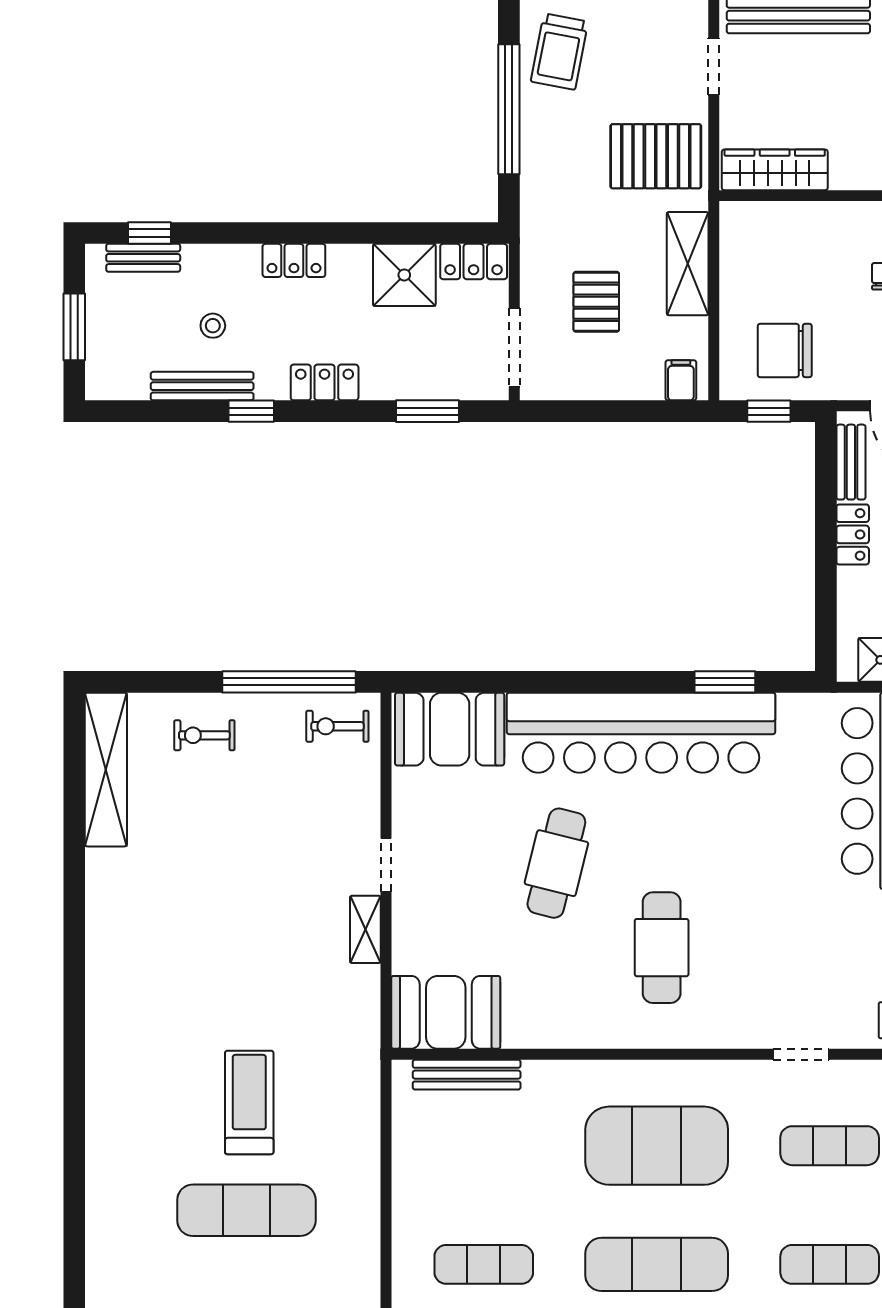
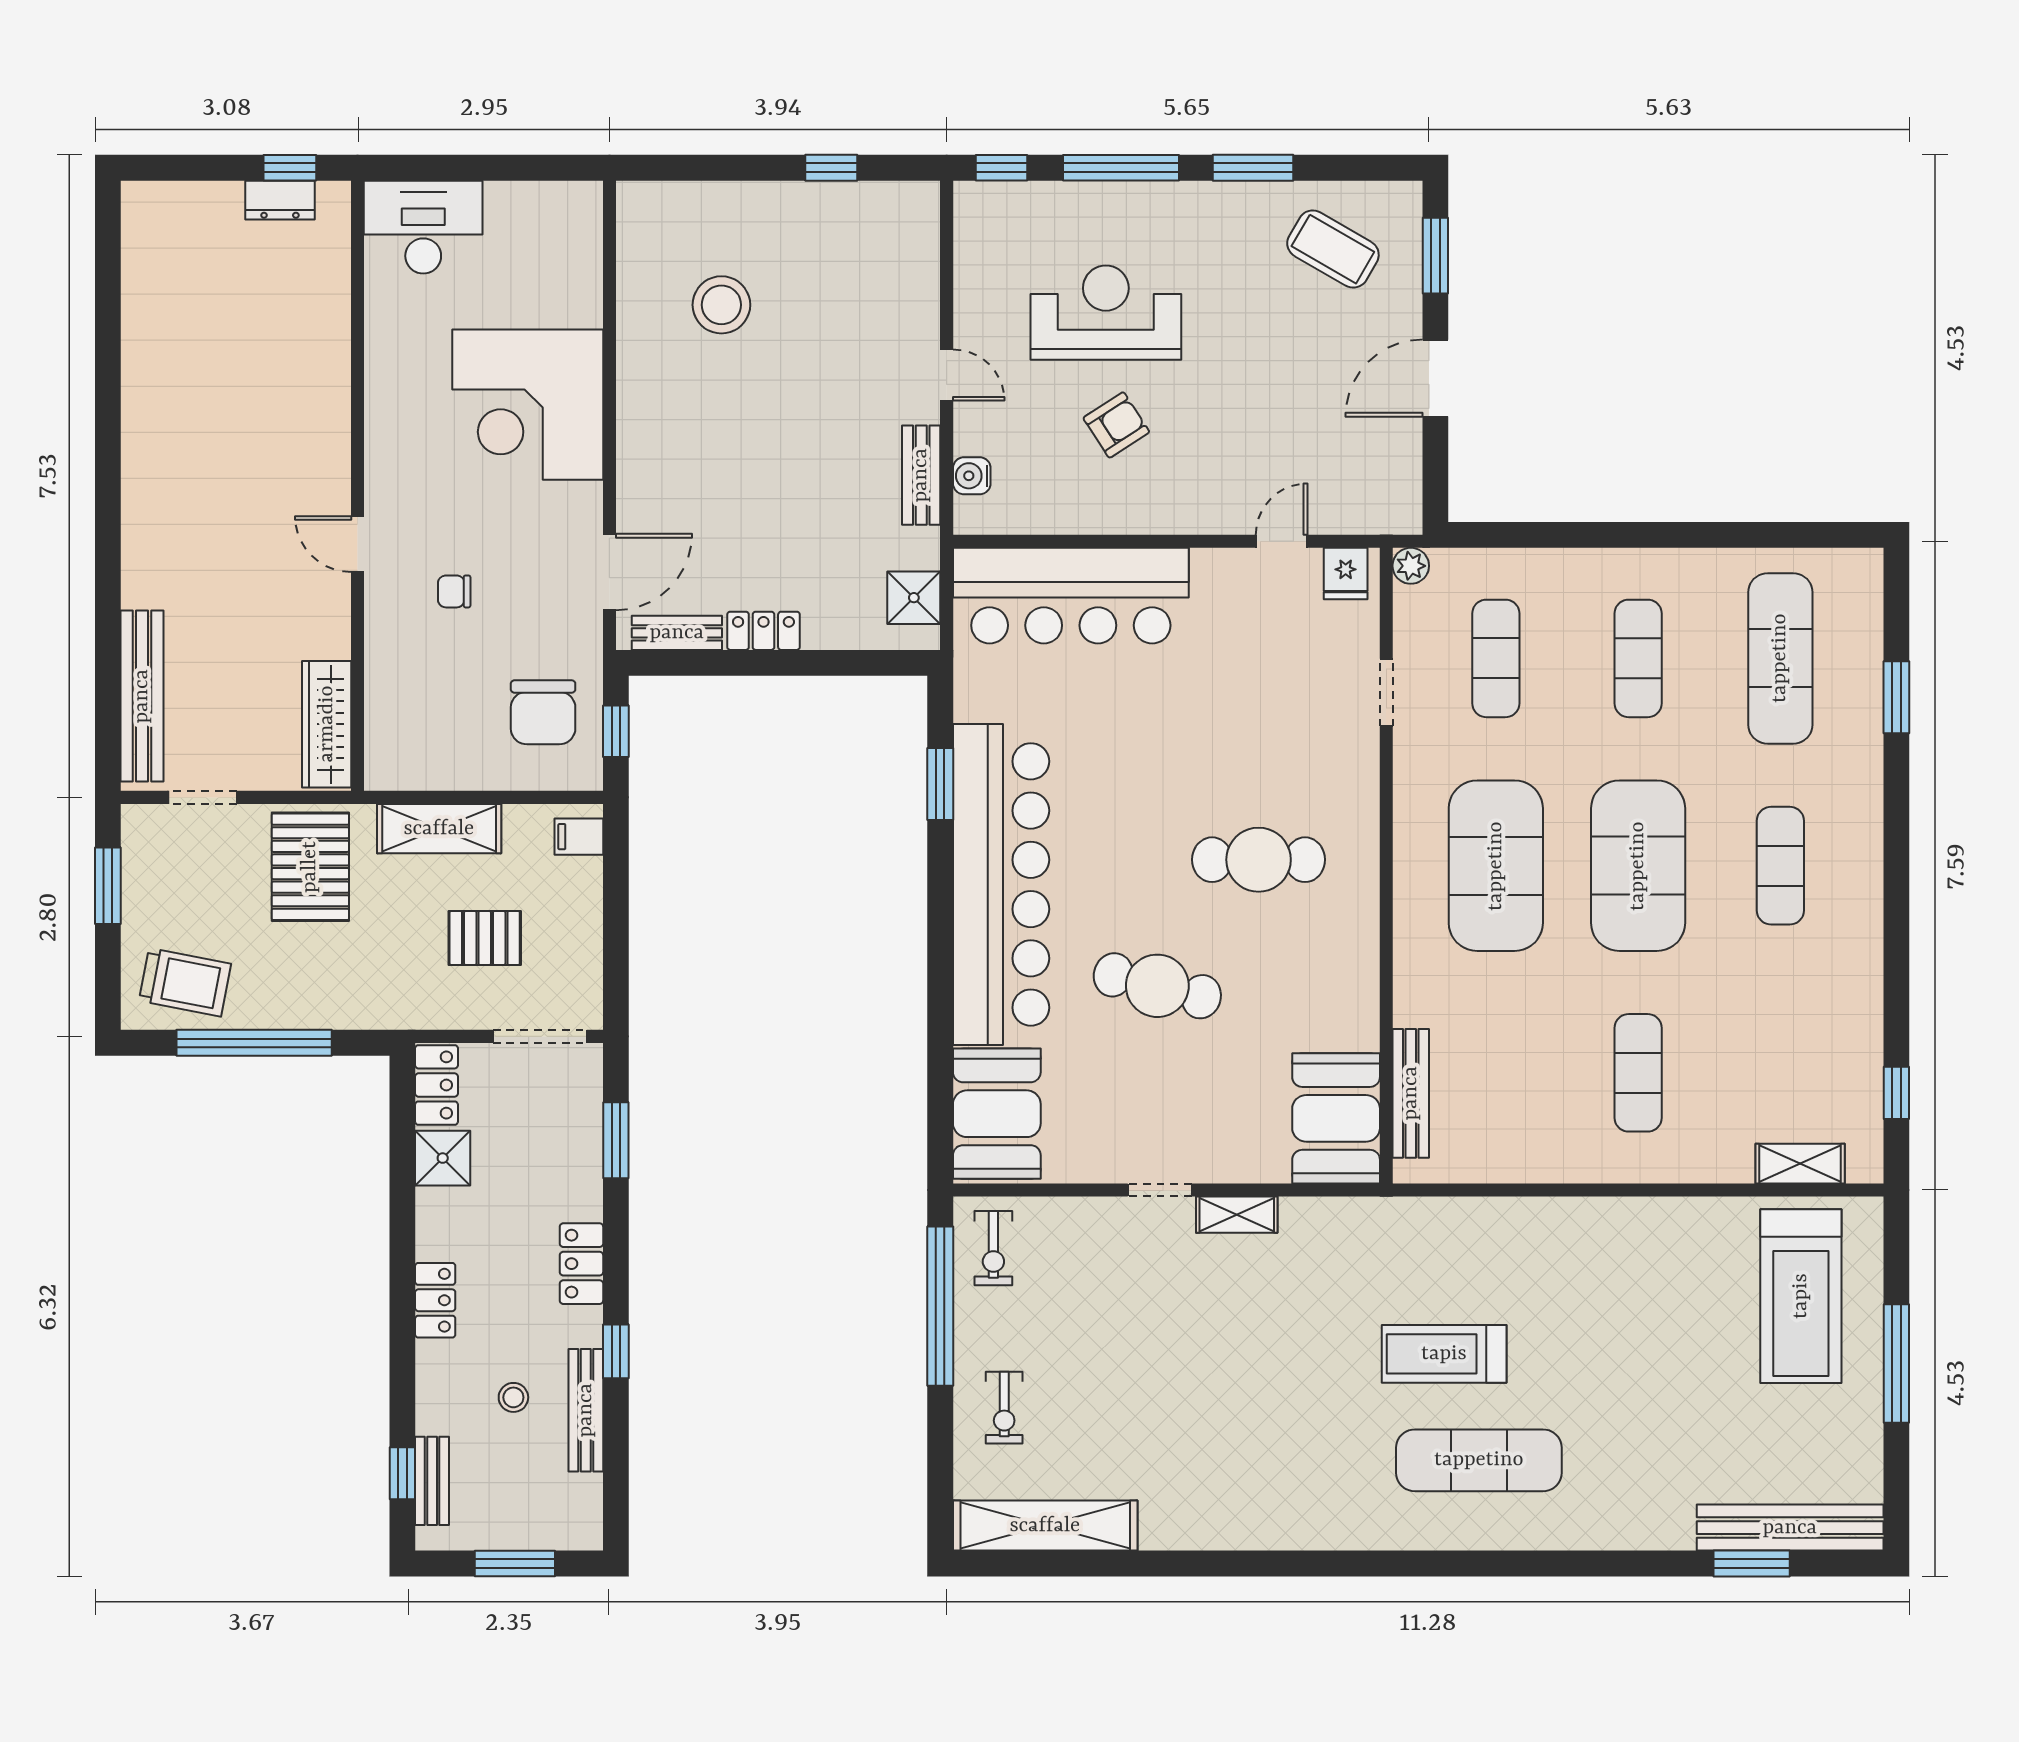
shower: (404, 275) -> (443, 1158), width x0.73, depth x0.73
exercise mat: (246, 1210) -> (1479, 1460), moved, turned 90
exercise mat: (657, 1264) -> (1638, 866), width x1.47

